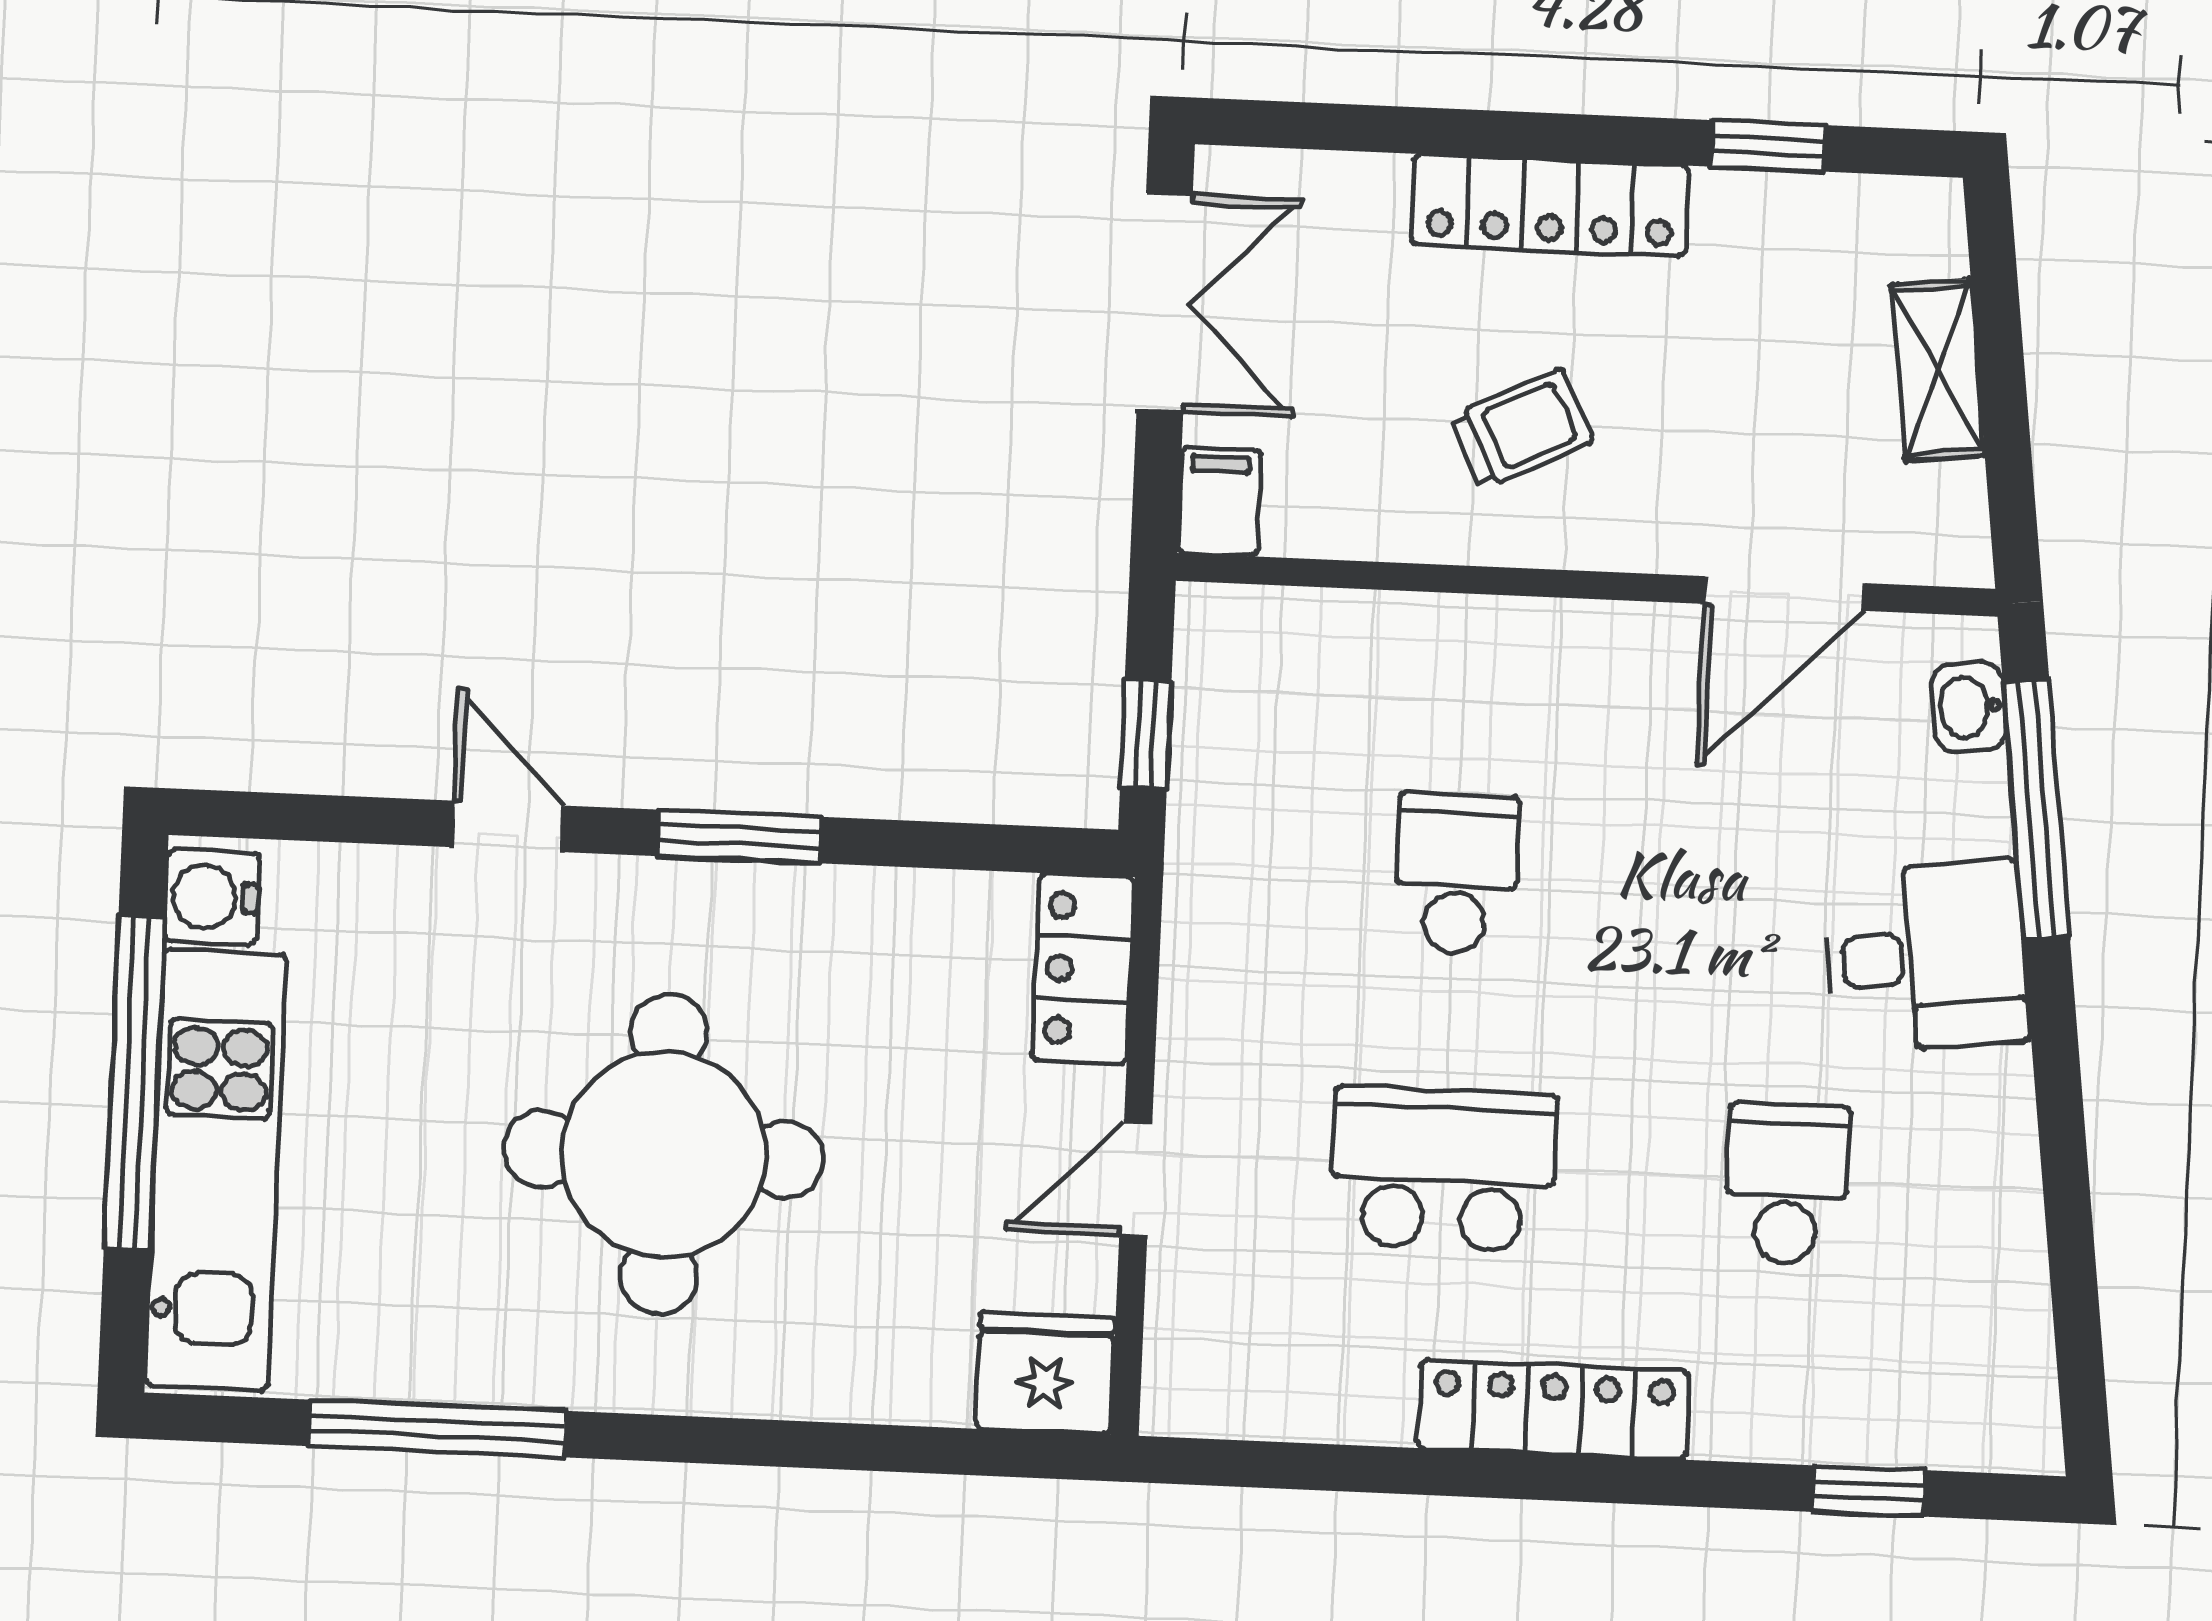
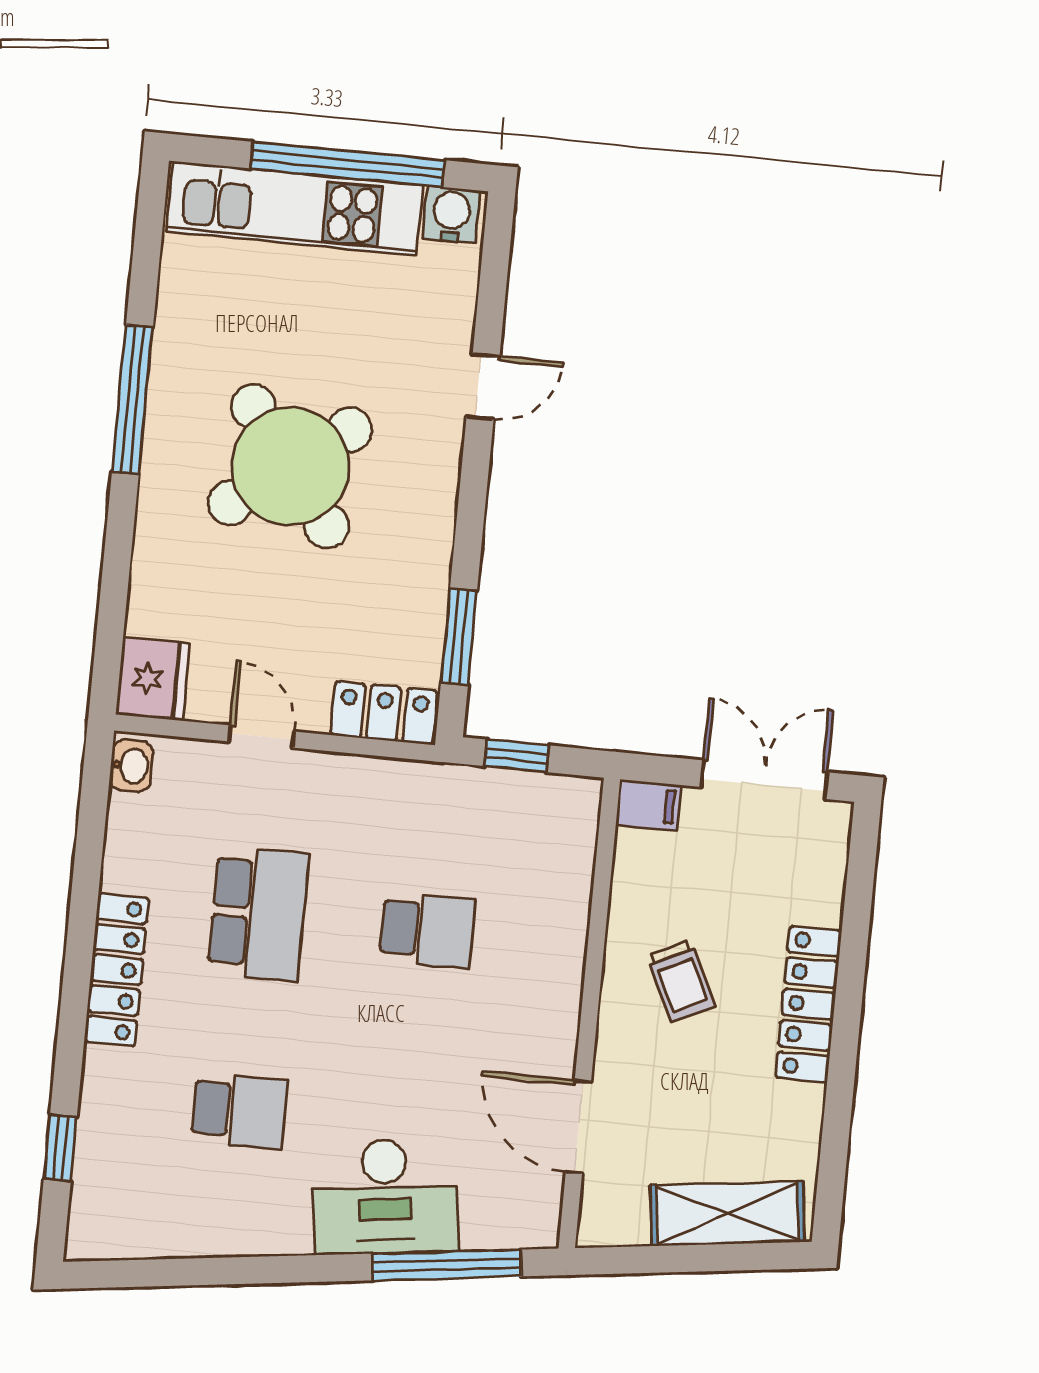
window: (1768, 146) -> (836, 1131), removed
double door: (1165, 303) -> (764, 780), swing flipped
shelving: (1938, 370) -> (727, 1214), width x1.50, depth x1.33
washbasin: (1969, 707) -> (131, 766), moved, turned 97
window: (740, 837) -> (459, 637), moved
desk: (1926, 957) -> (385, 1197), width x1.37
round table: (664, 1154) -> (290, 466), turned -37
window: (437, 1428) -> (132, 399), moved

